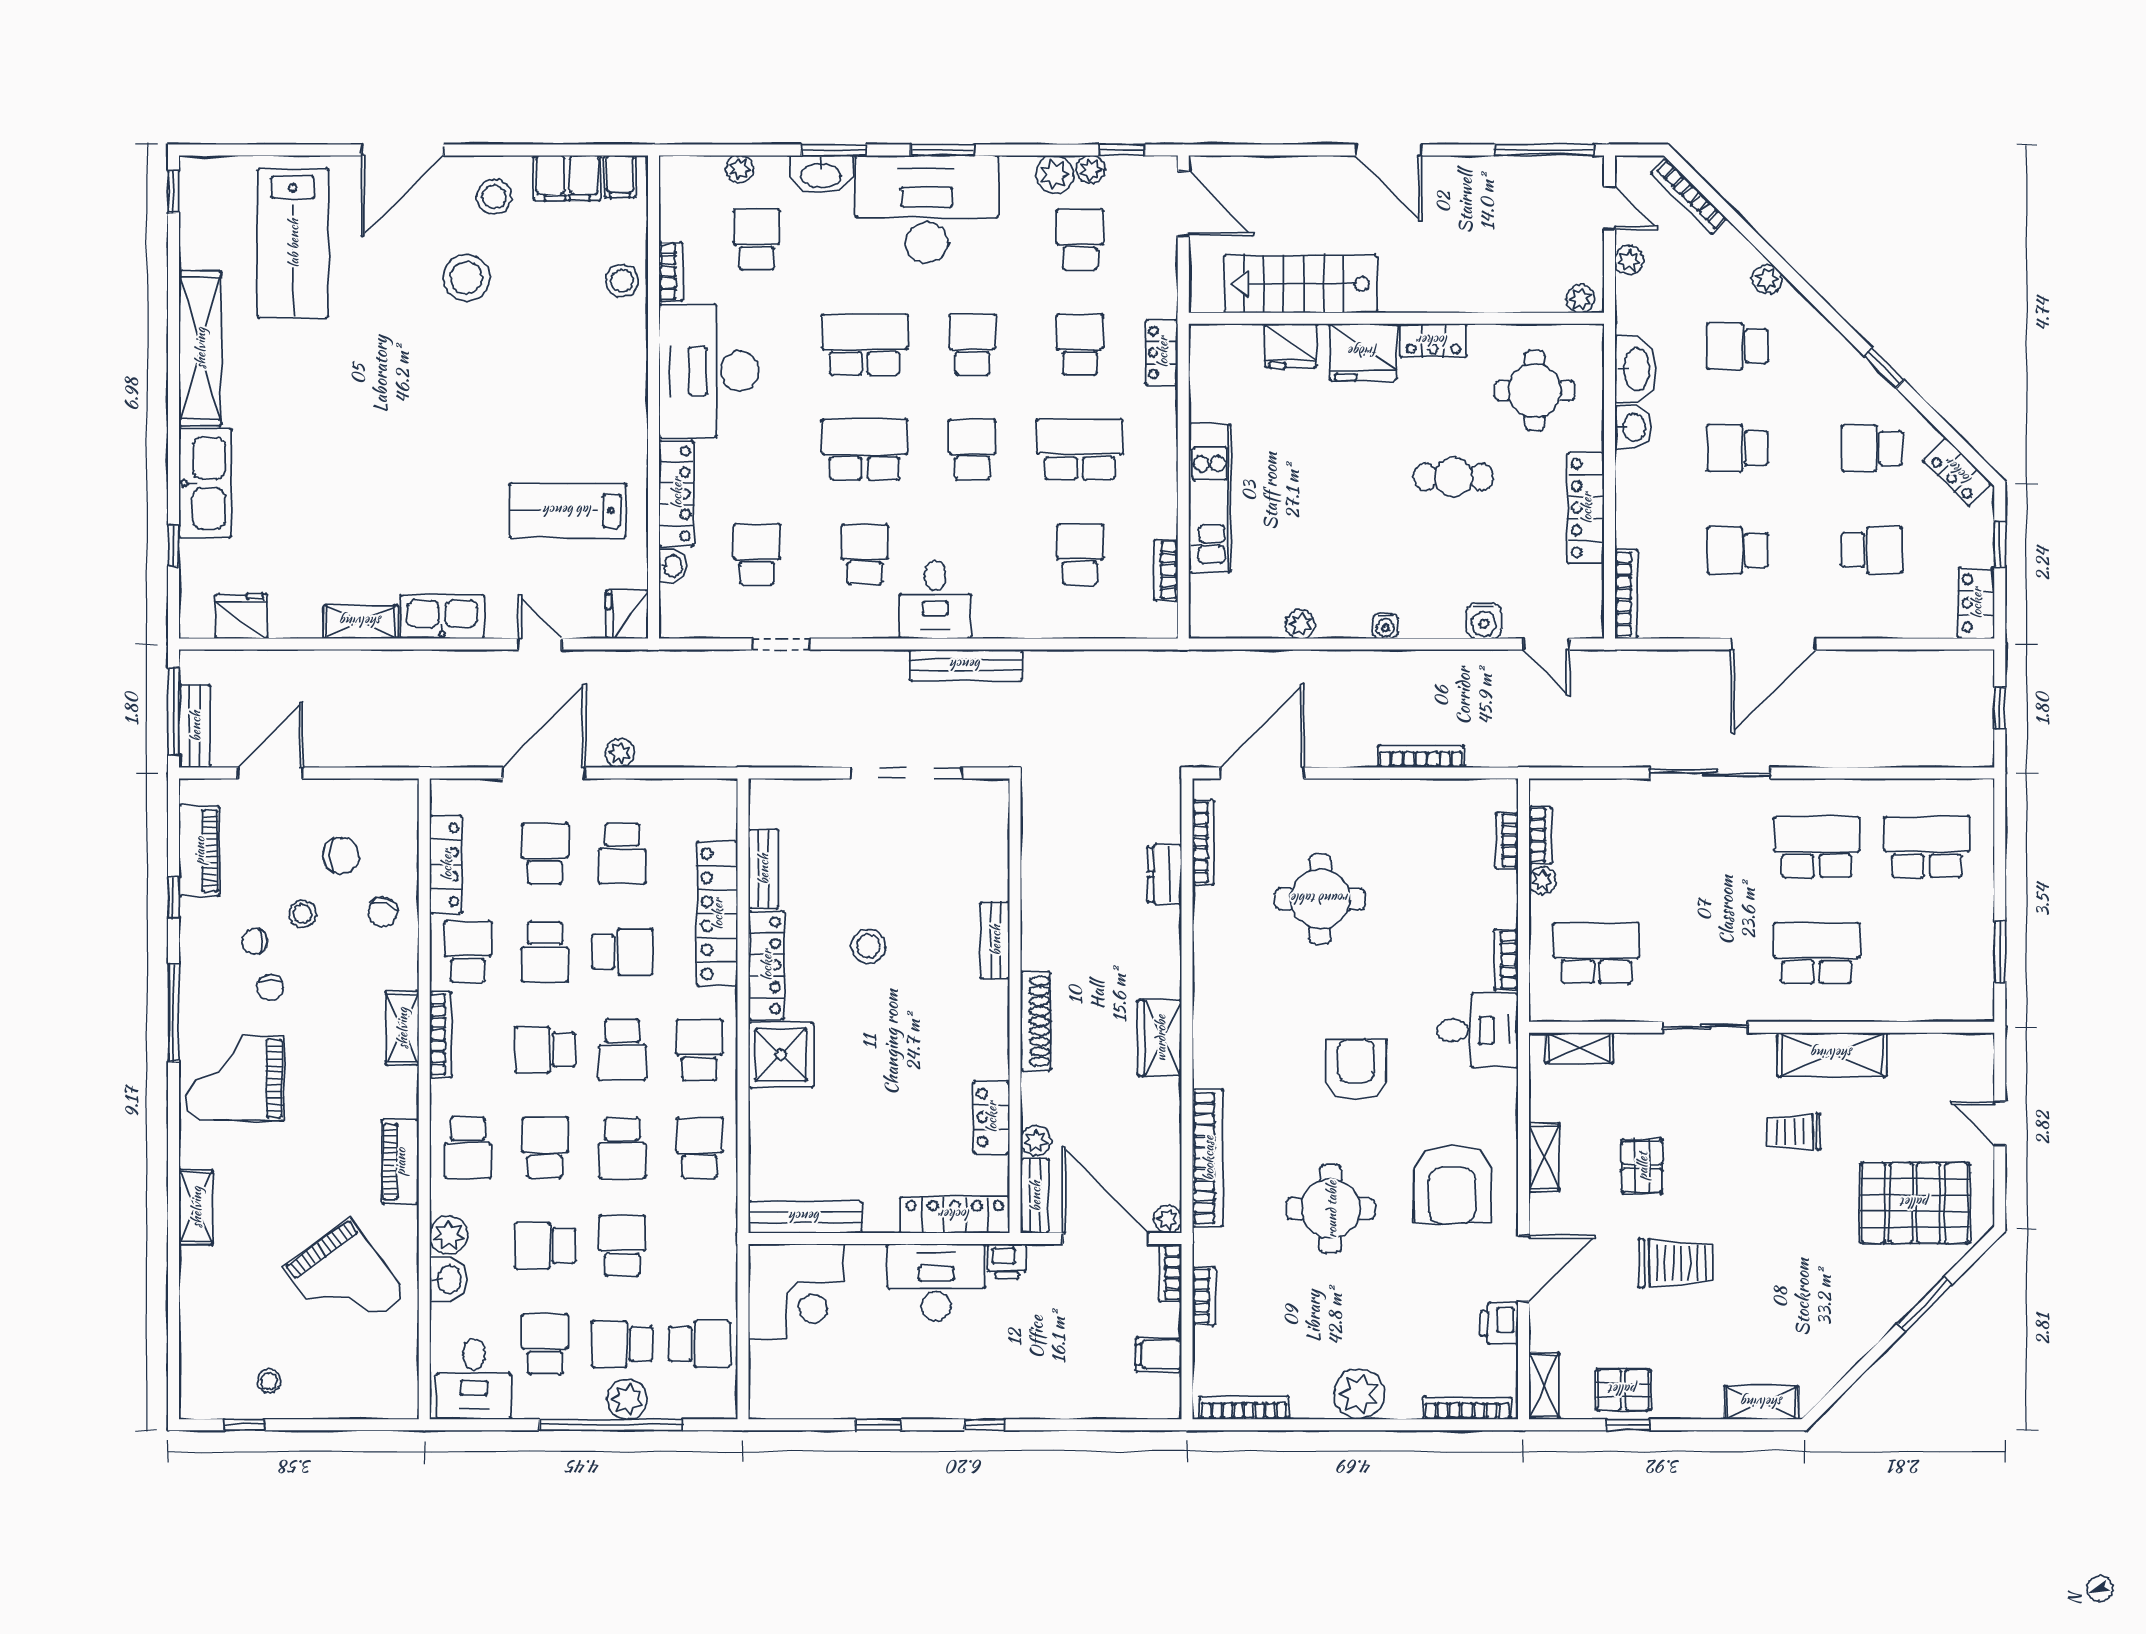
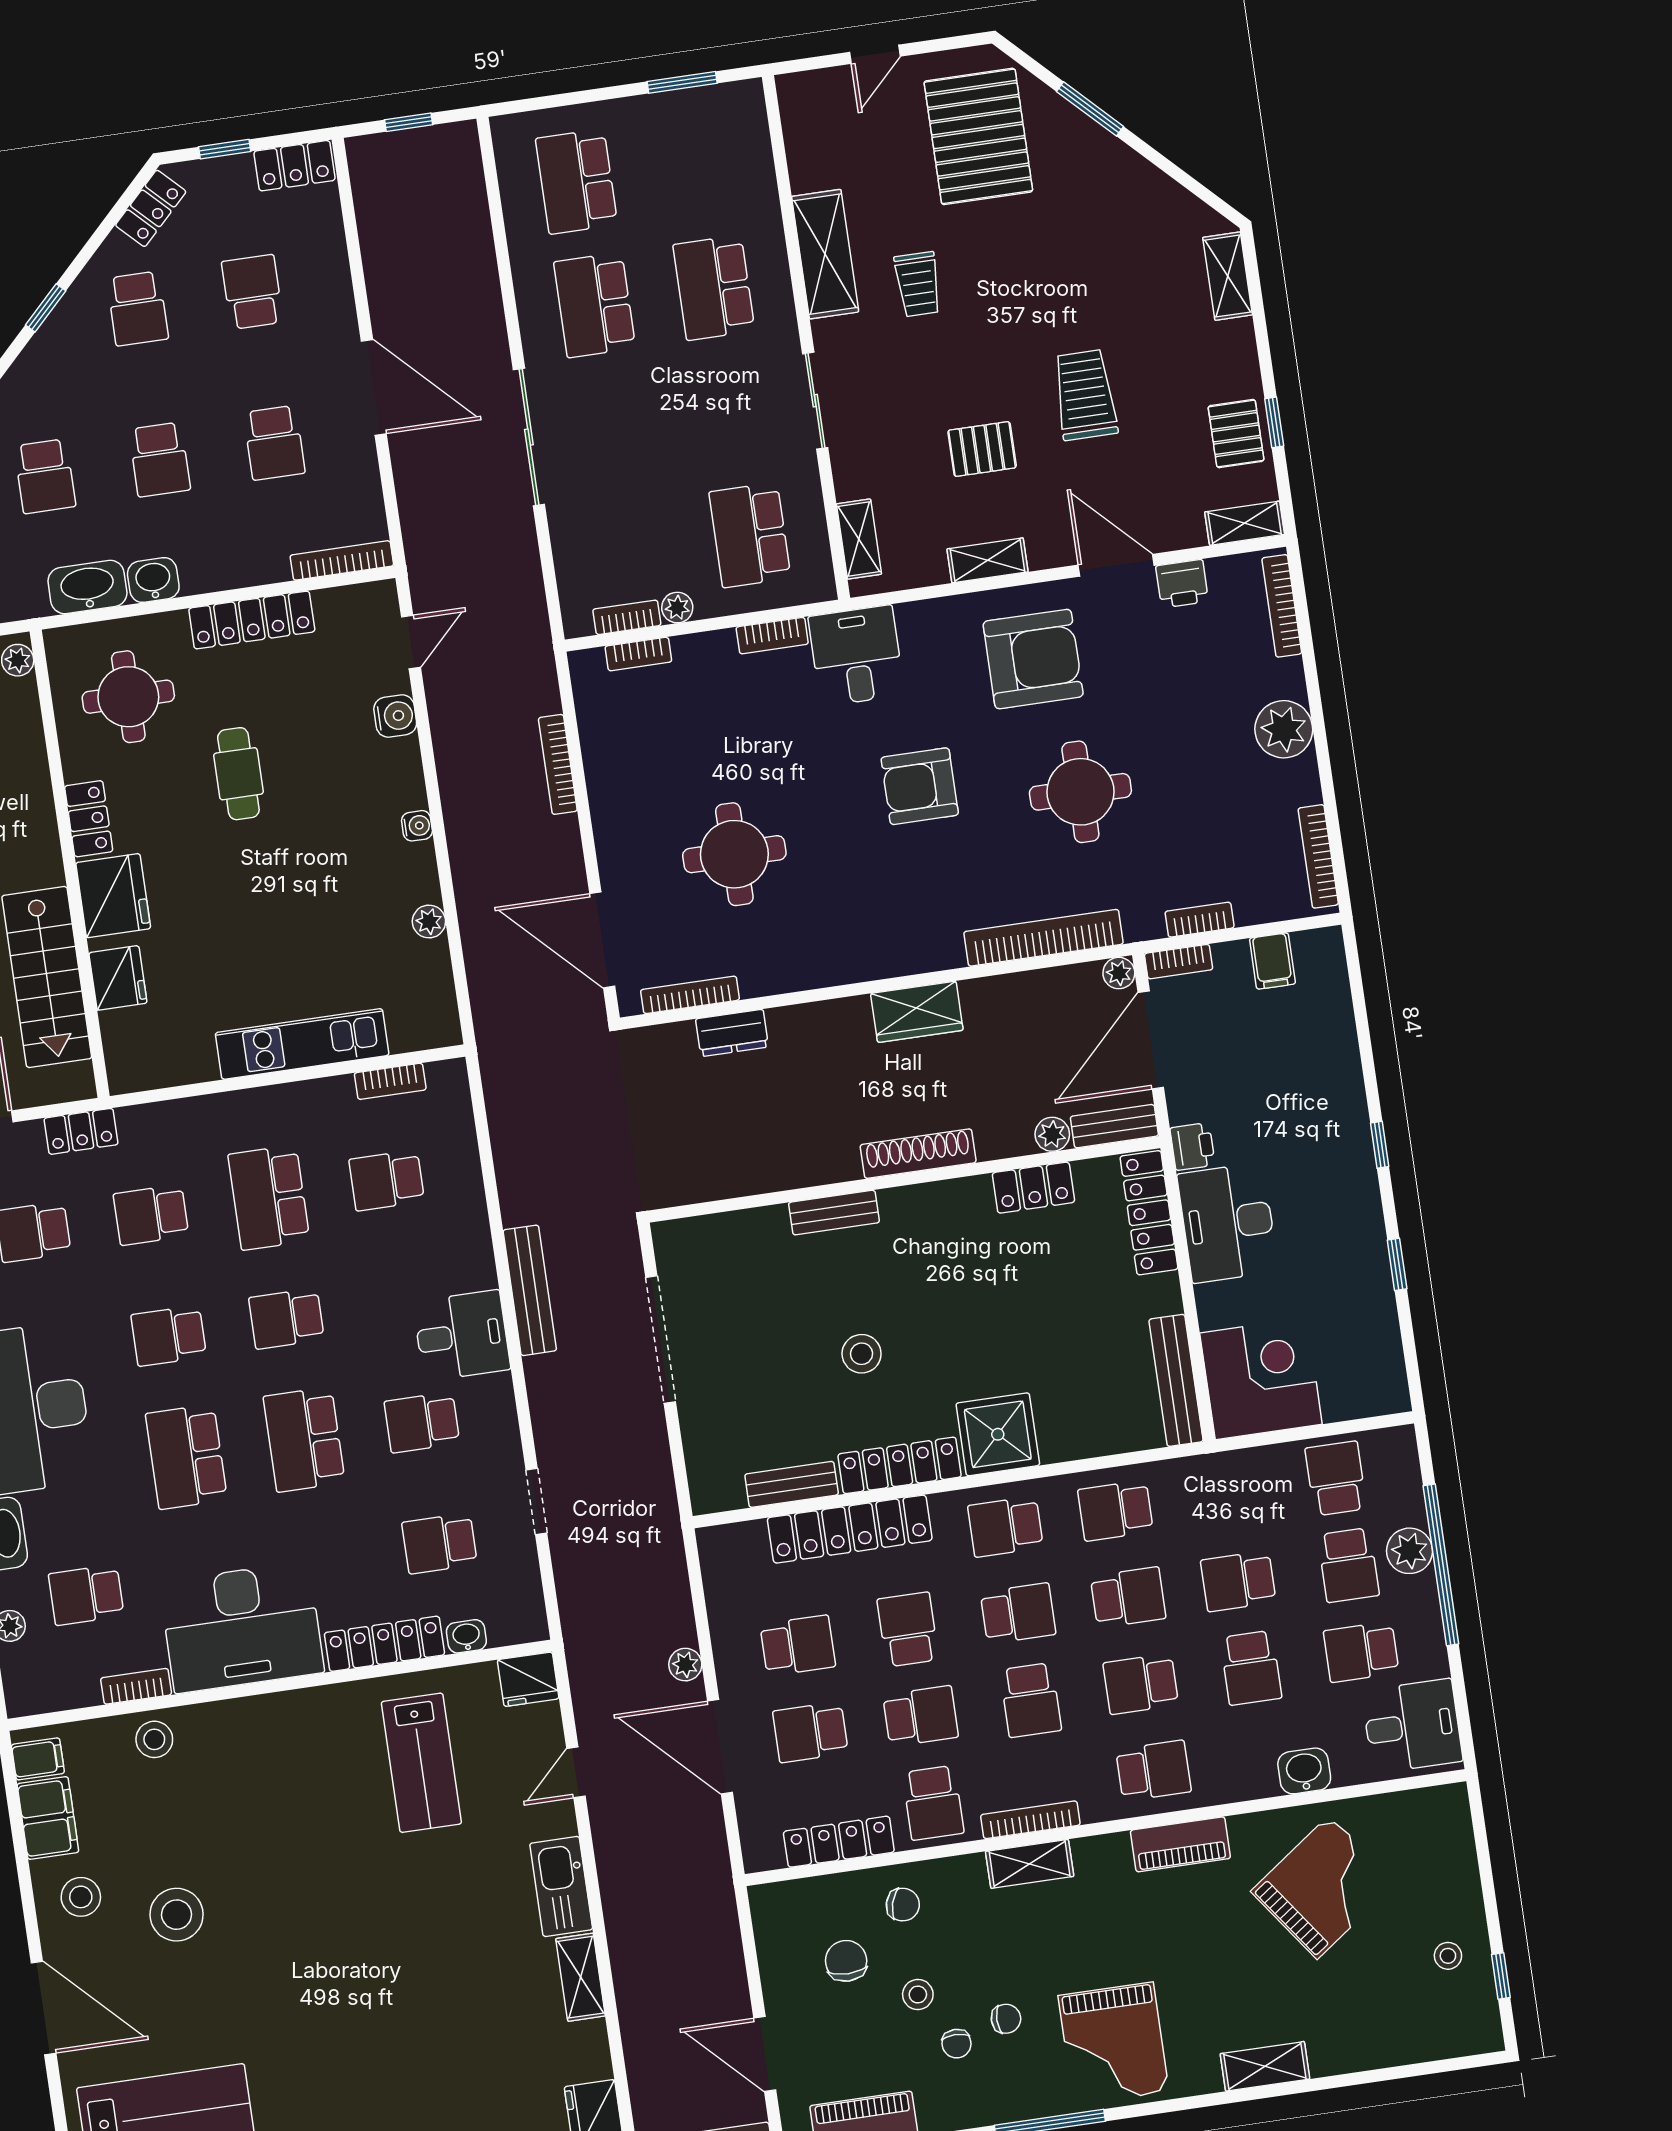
locker: (1162, 352) -> (81, 1131), moved
school desk: (468, 952) -> (933, 1803), turned -90
plant: (449, 1235) -> (1255, 1778), removed

